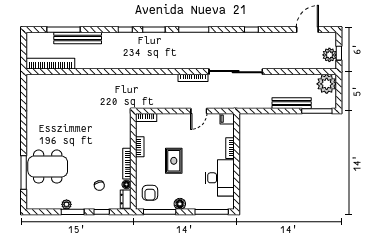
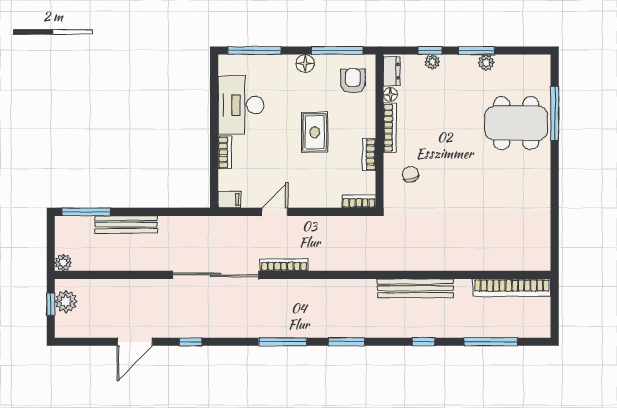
window: (125, 30) -> (424, 342), moved
door: (307, 30) -> (135, 342), moved
bench: (78, 38) -> (415, 288), moved
plant: (327, 84) -> (63, 263), width x0.53, depth x0.53
chair: (99, 186) -> (410, 174), moved
plant: (100, 205) -> (432, 62), added

